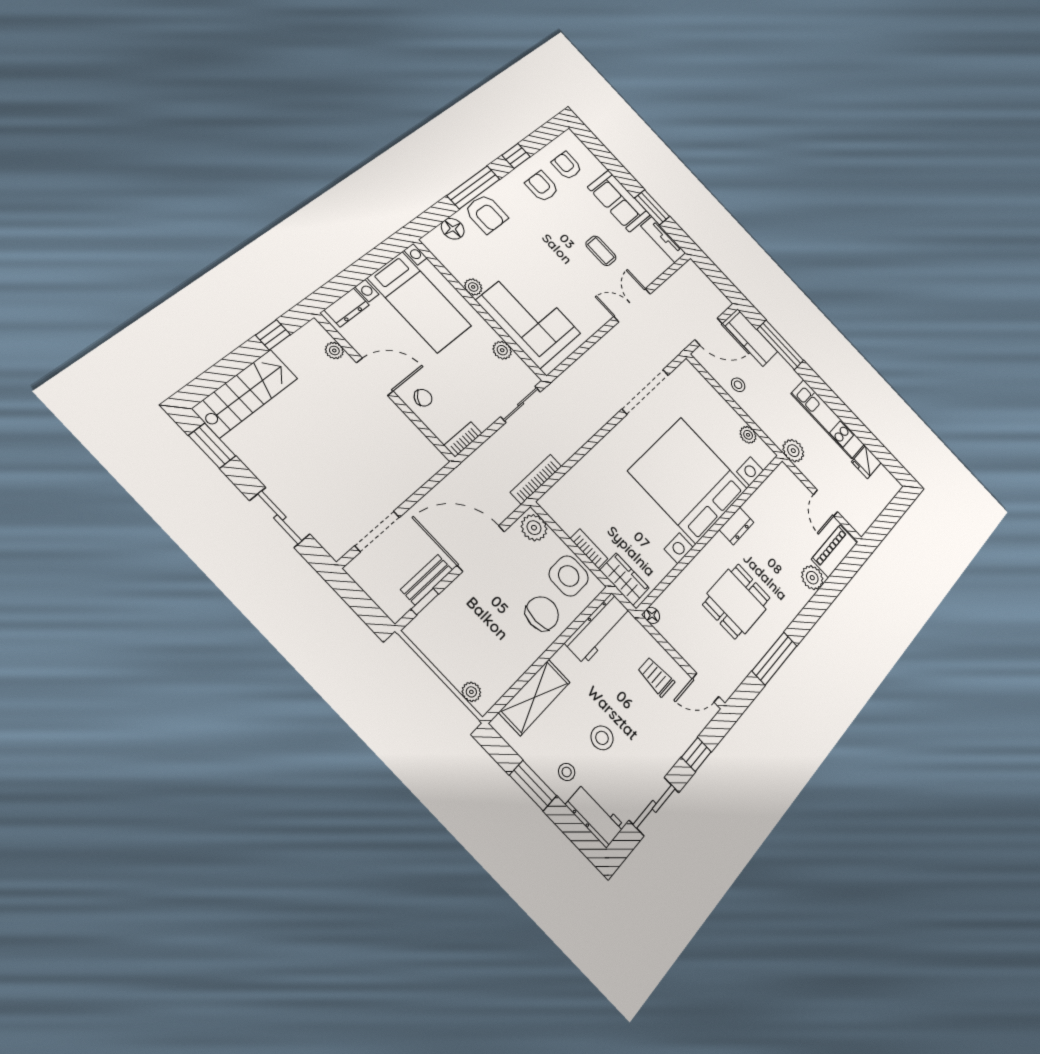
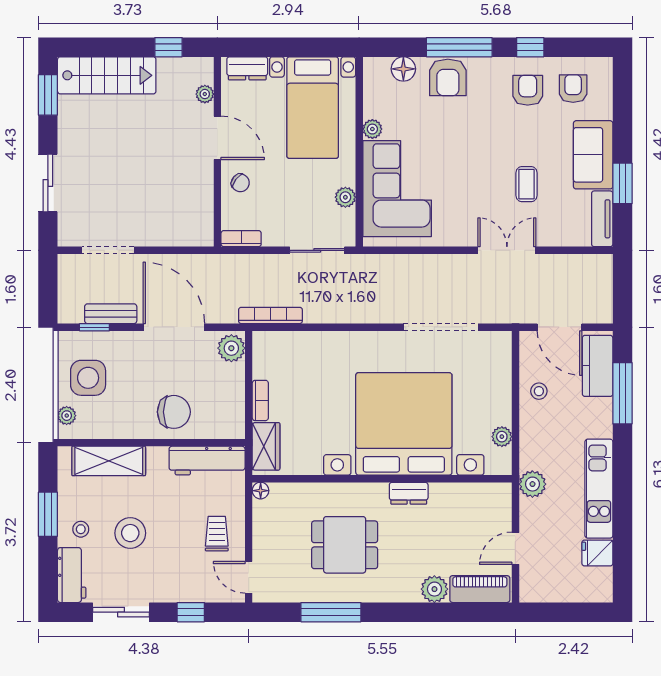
side table: (569, 576) -> (88, 378), moved
stool: (602, 738) -> (130, 533), width x1.38, depth x1.38

